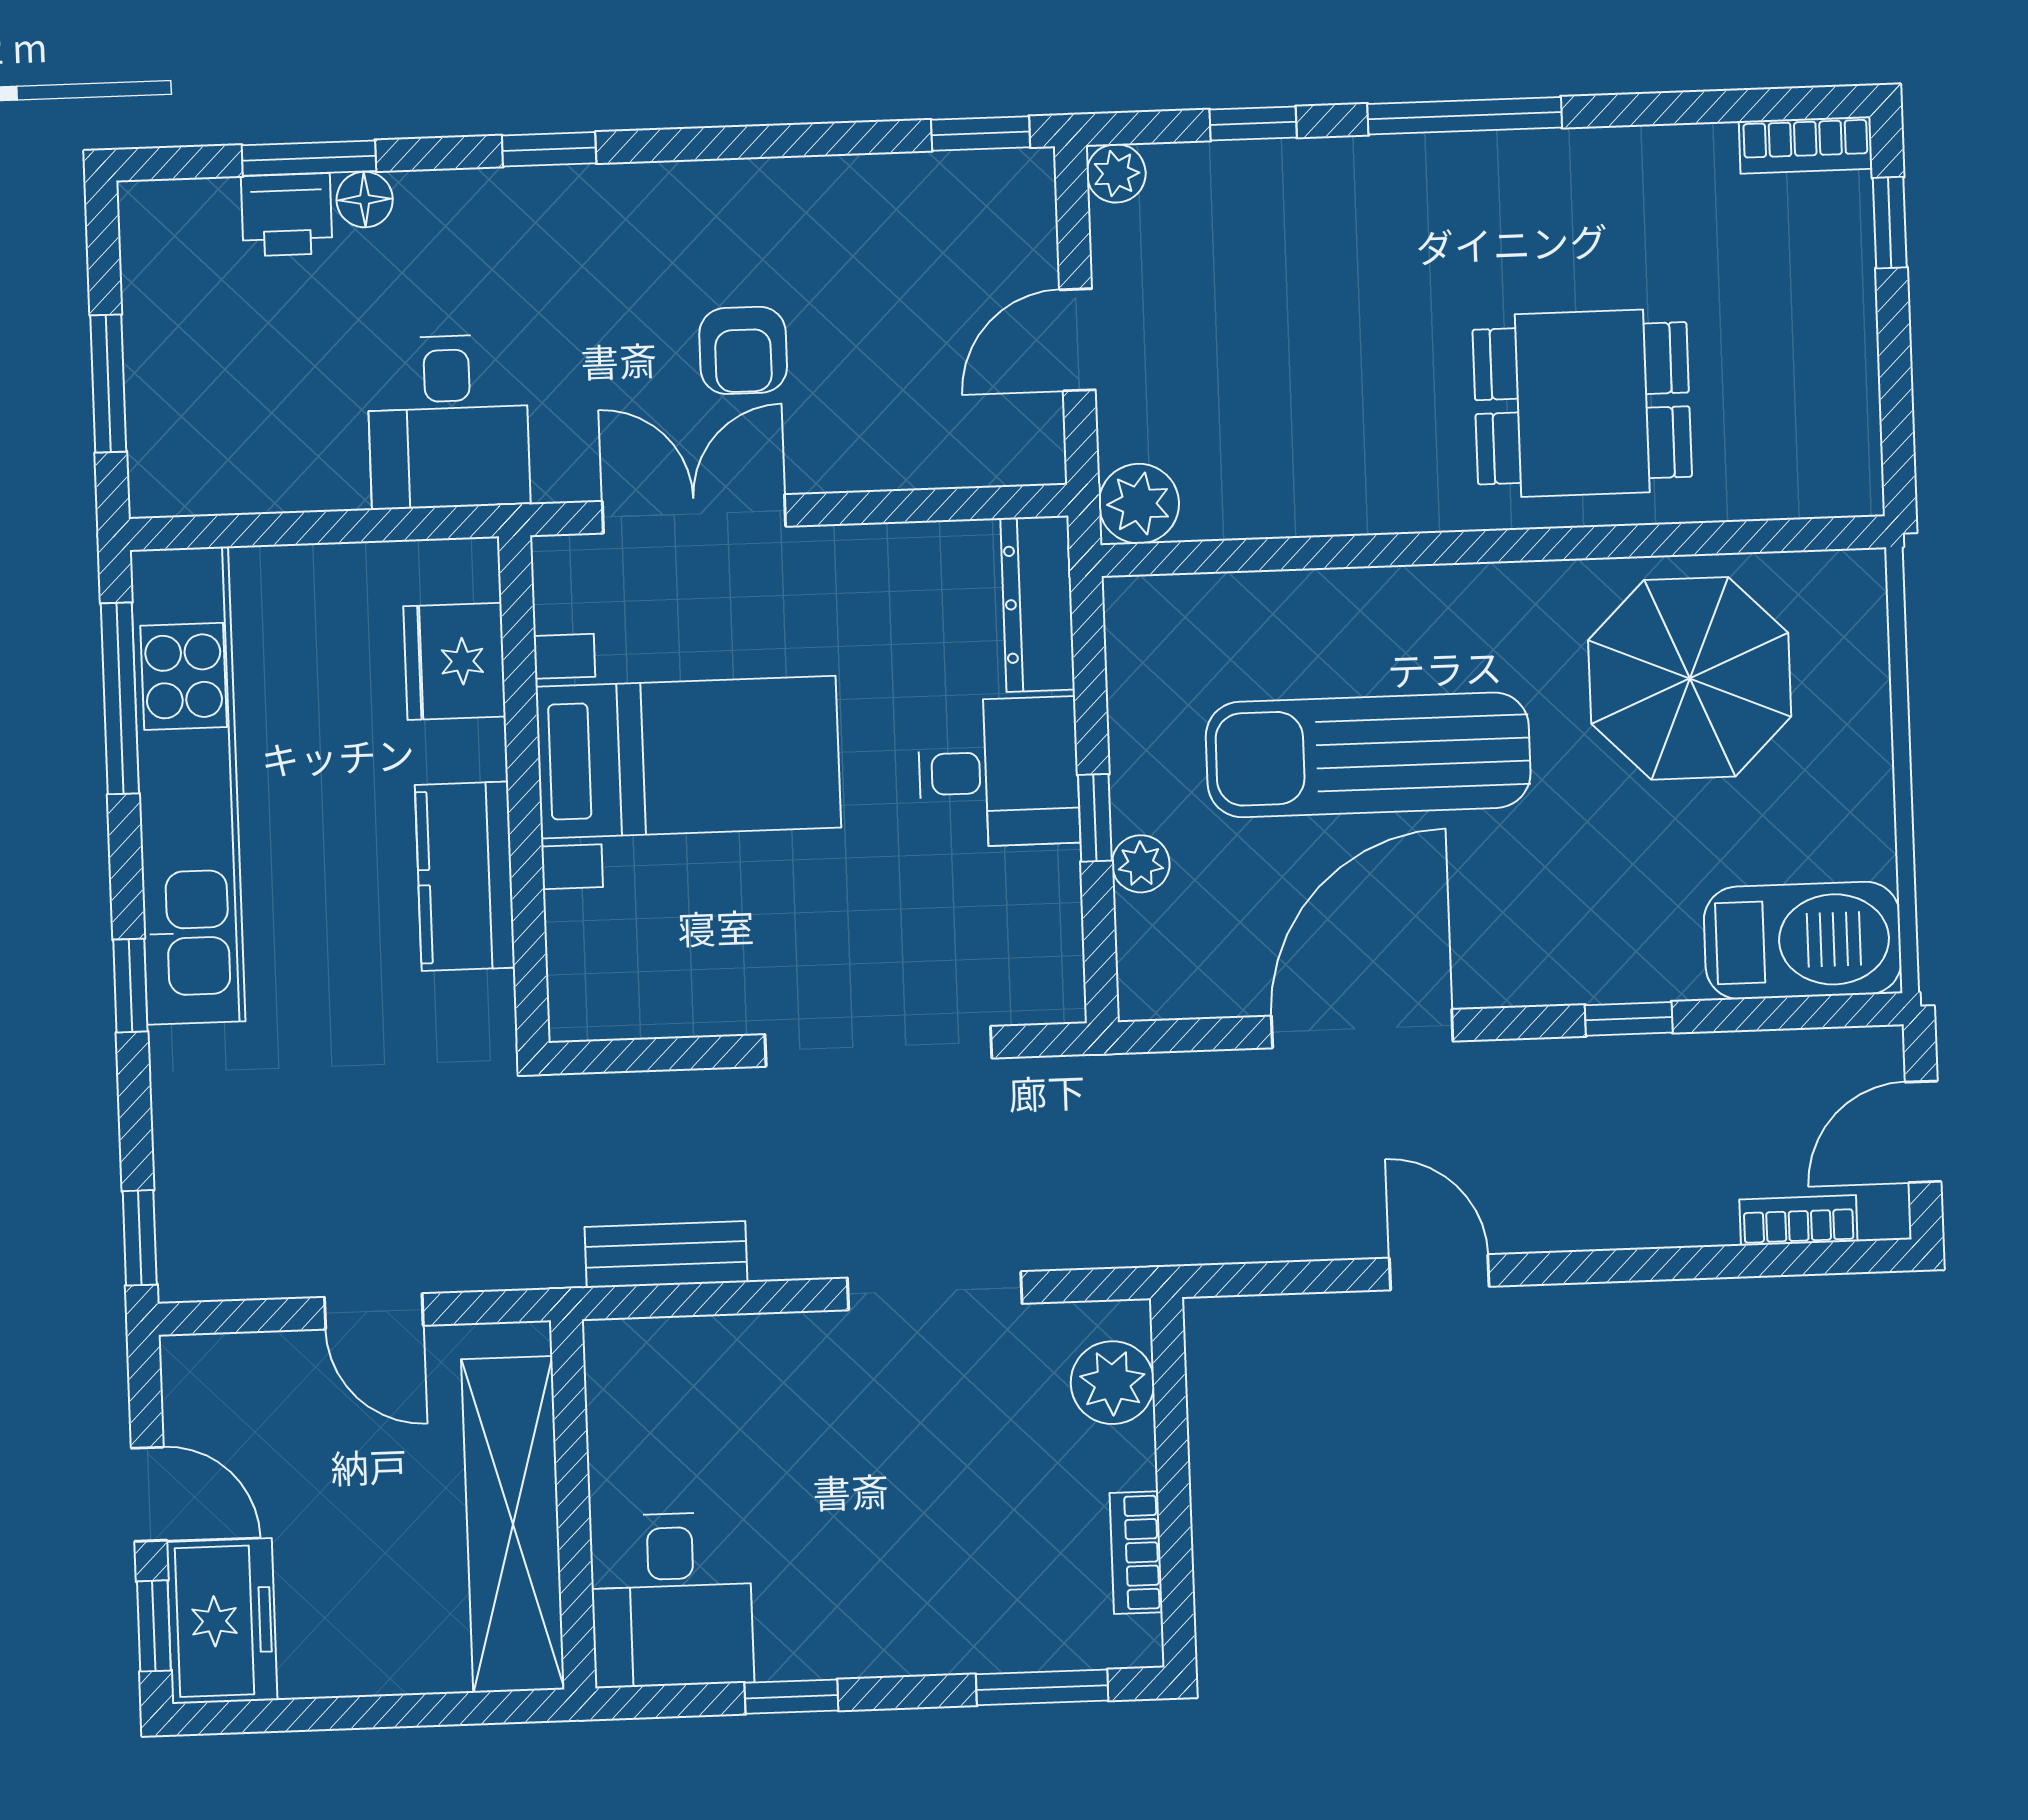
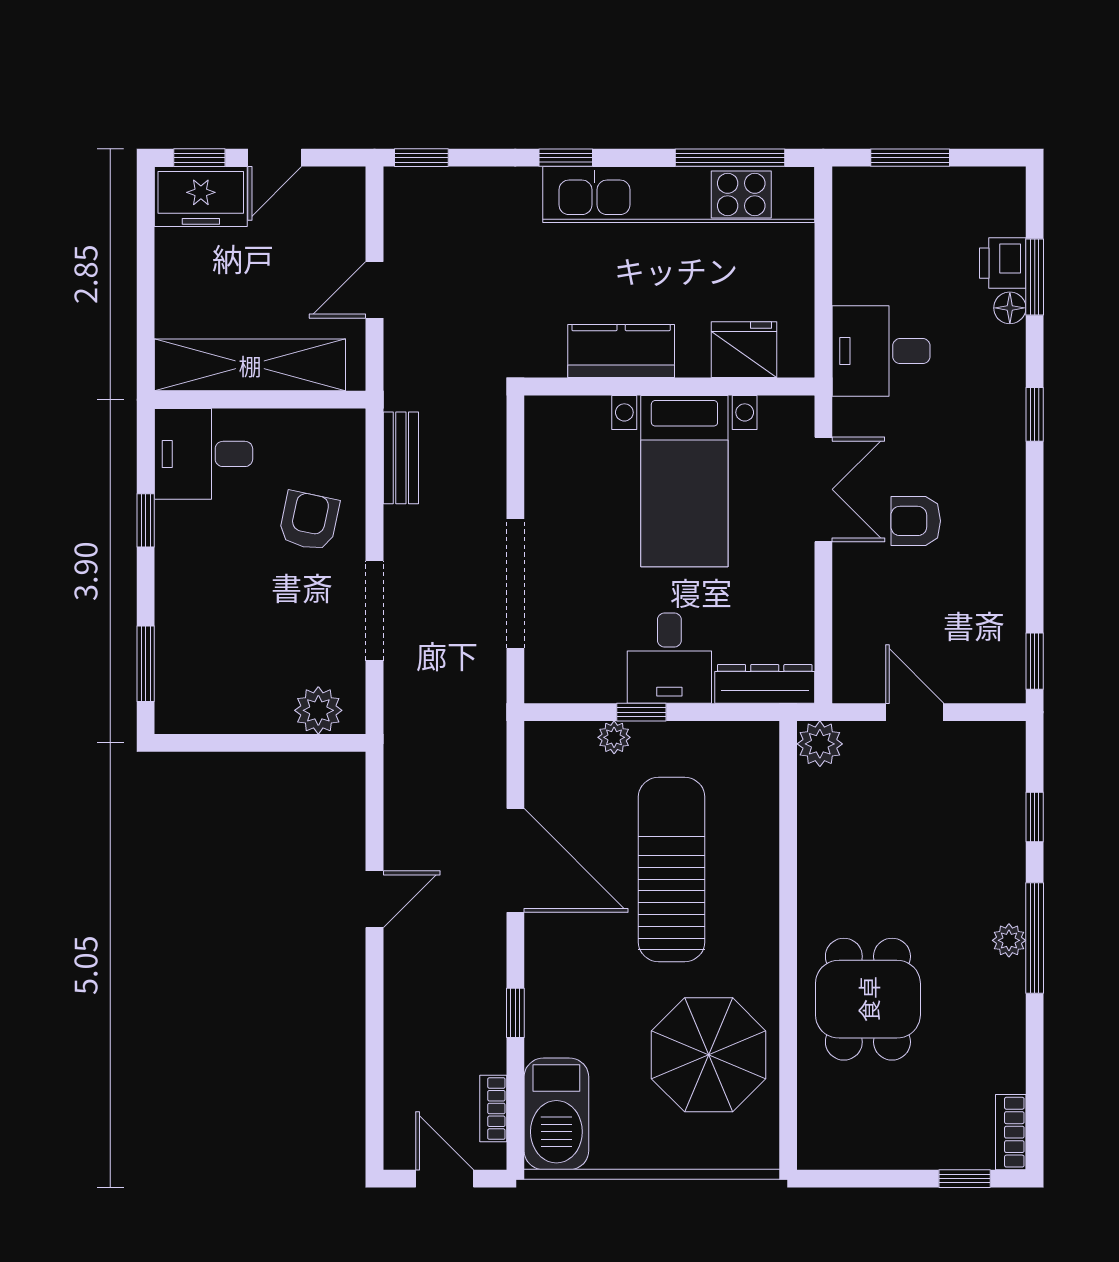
plant: (1116, 173) -> (1009, 940), moved
bookcase: (1798, 1220) -> (493, 1109), moved, turned 180
armchair: (782, 1411) -> (309, 521), added
bookcase: (1136, 1553) -> (221, 720), removed

